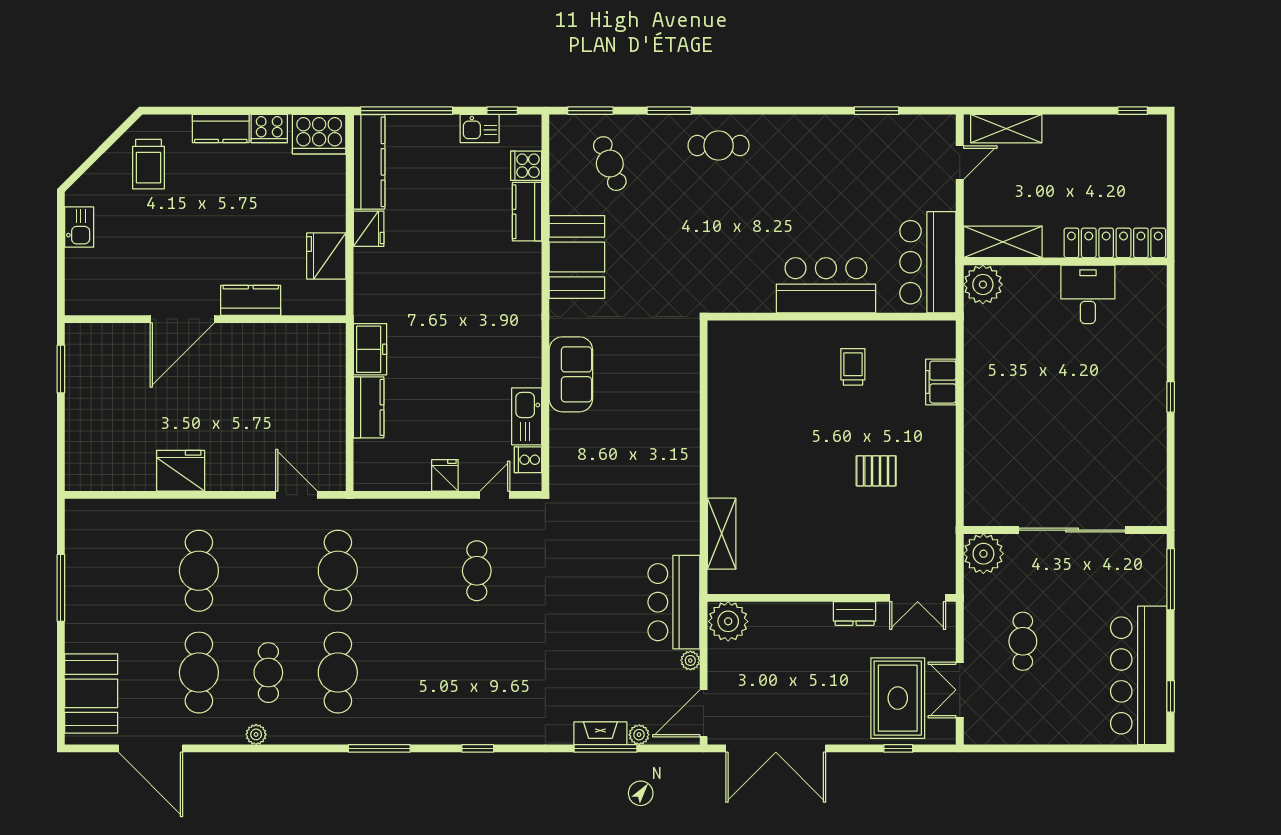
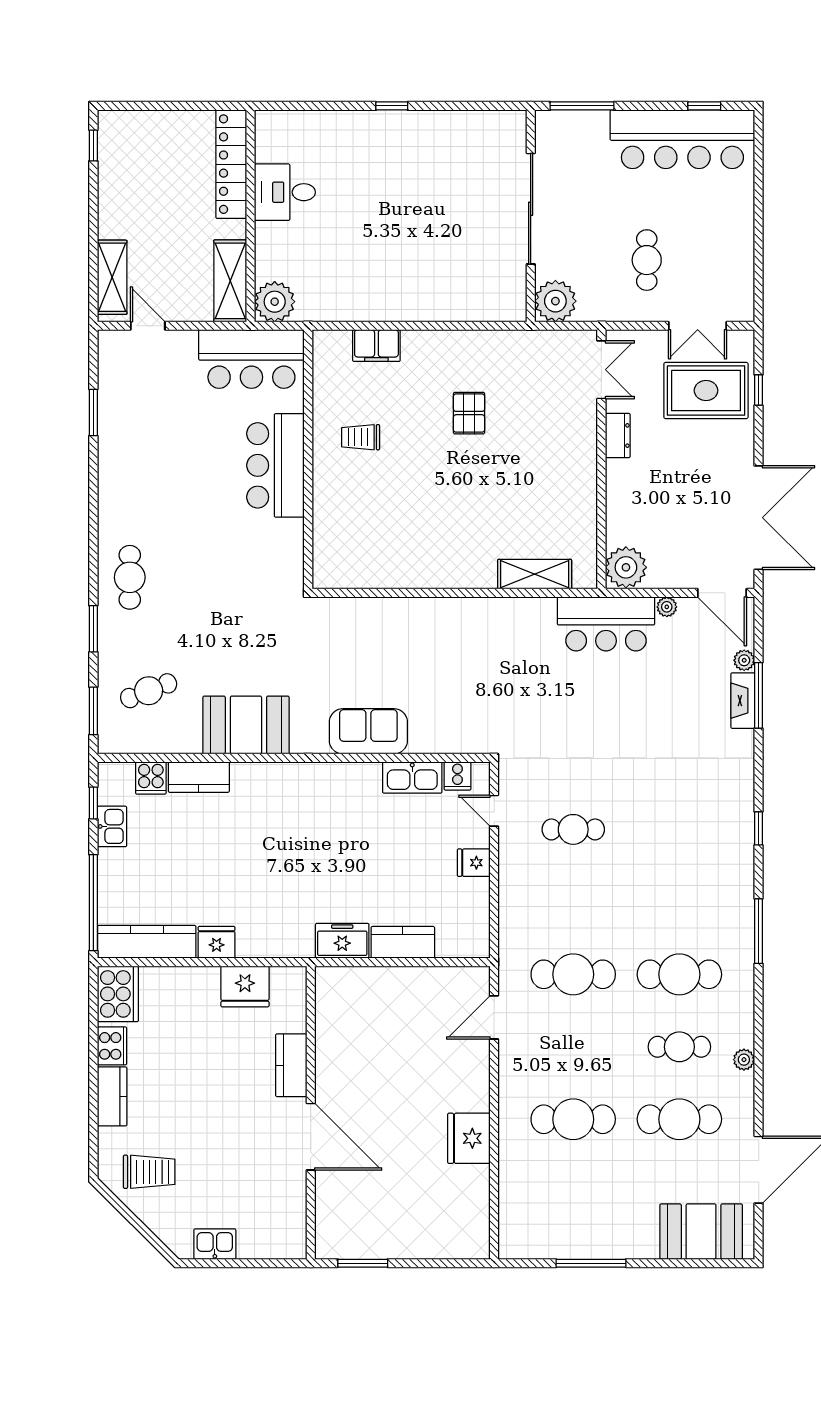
cafe table: (1023, 641) -> (647, 260), turned 90

